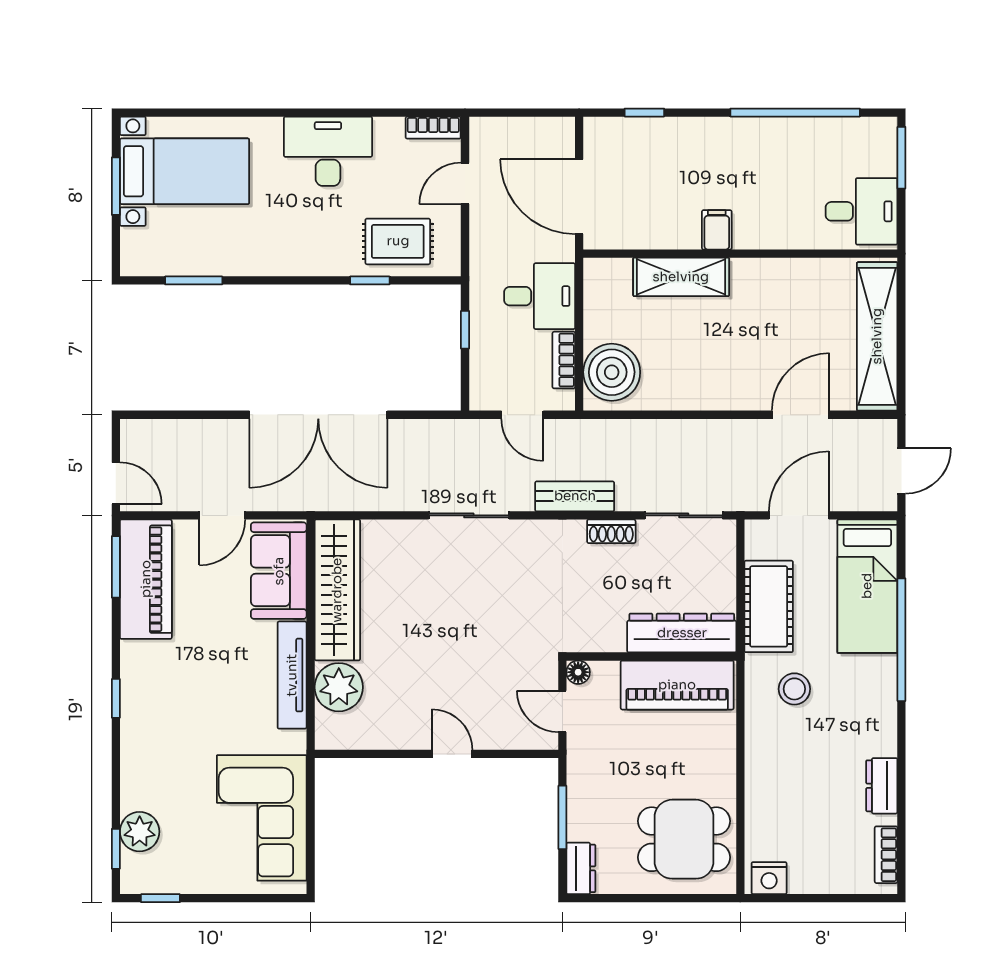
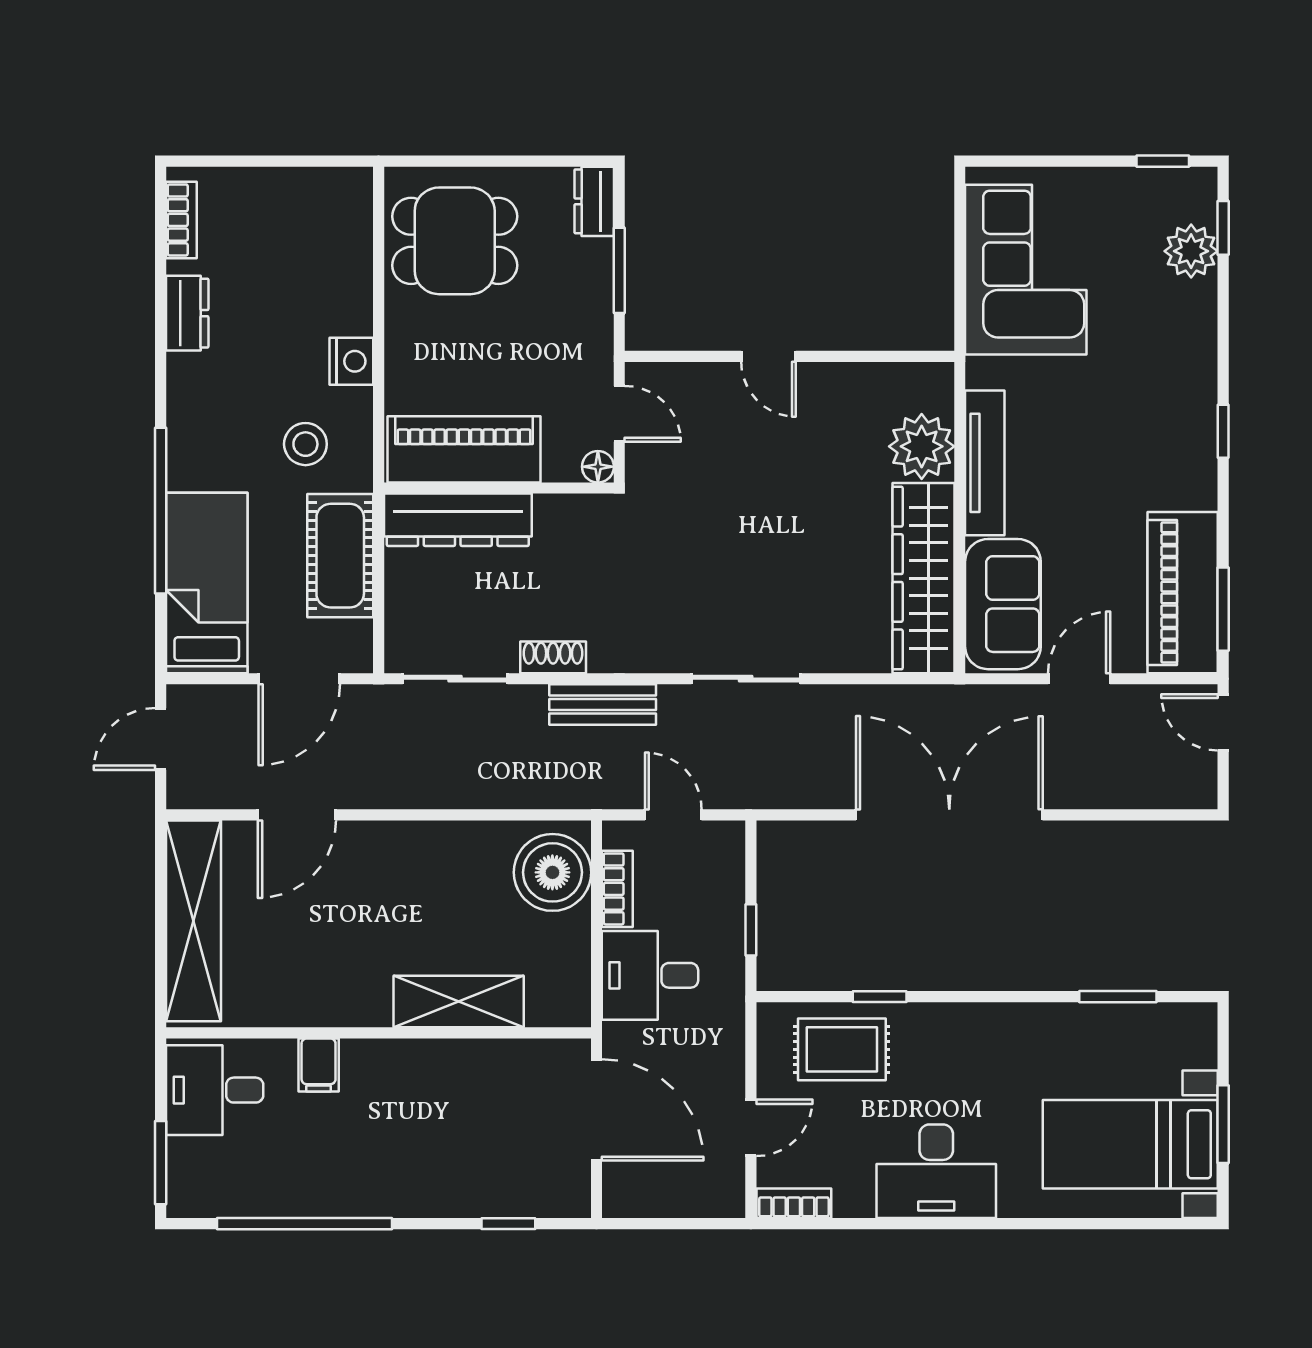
filing cabinet: (717, 230) -> (319, 1065), moved
nightstand: (769, 878) -> (351, 361), moved, turned 90

